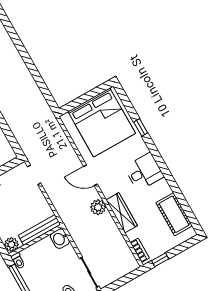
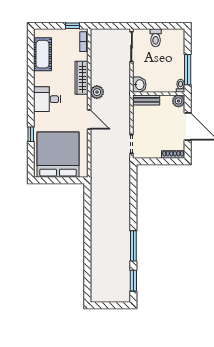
bench: (39, 230) -> (146, 100), width x0.73

